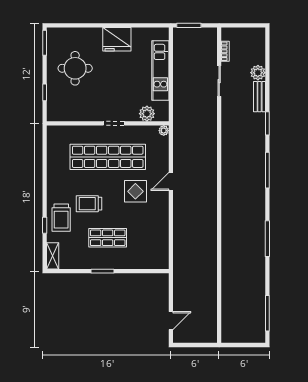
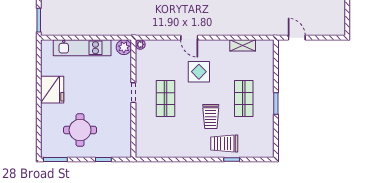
plant: (147, 114) -> (124, 47), moved
shop shelf: (108, 157) -> (166, 99), width x0.50, depth x0.74
trolley: (61, 218) -> (224, 144), turned 180
shelving: (53, 256) -> (243, 45), moved
door: (171, 321) -> (297, 38), moved

